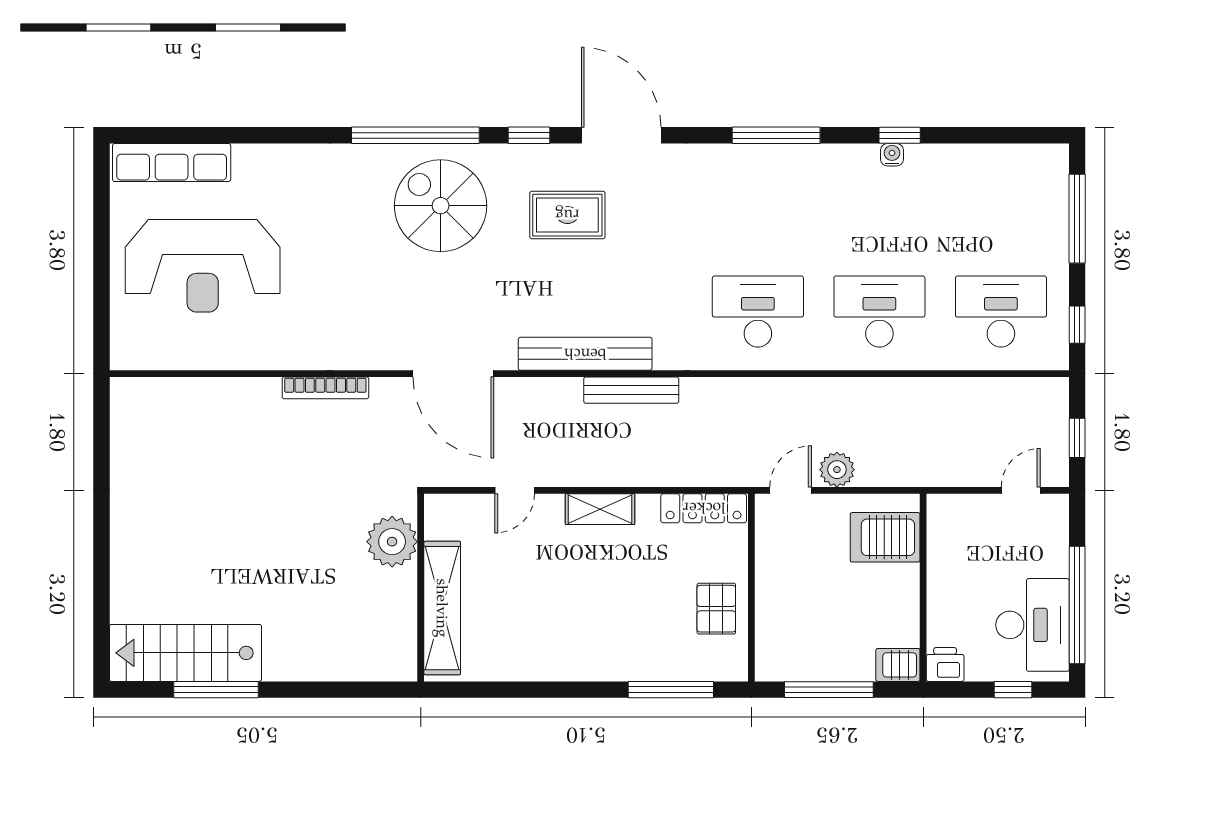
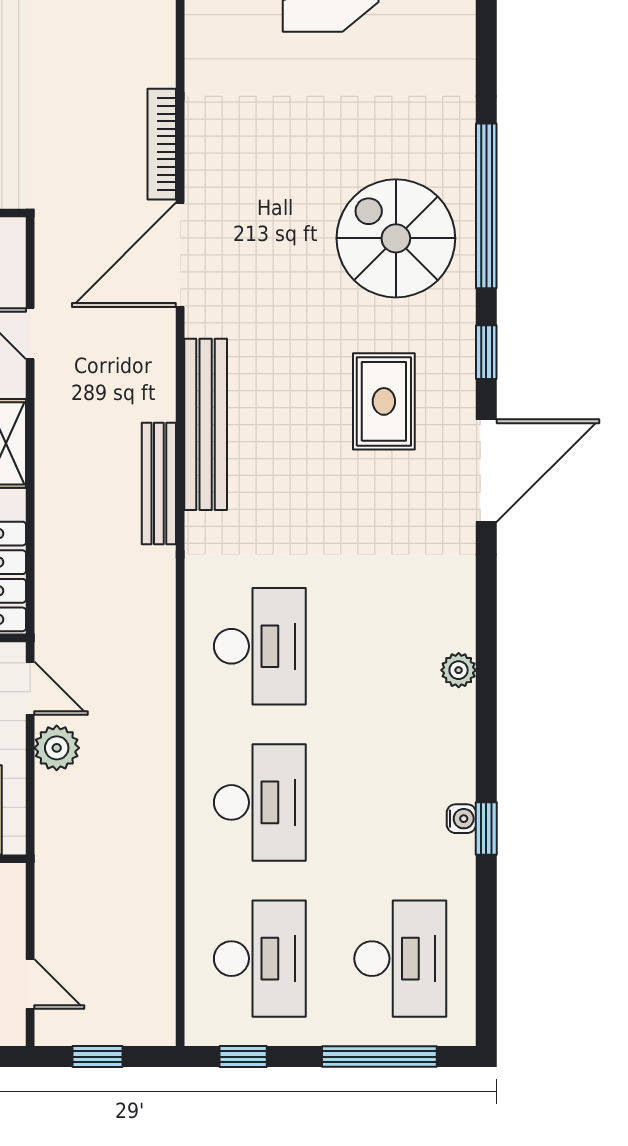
window: (776, 135) -> (486, 670), removed
plant: (776, 157) -> (459, 670), added
desk: (1001, 202) -> (400, 959), added
spiral stairs: (441, 206) -> (396, 238), turned -90
bookcase: (325, 388) -> (162, 144), moved

